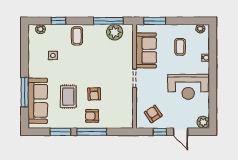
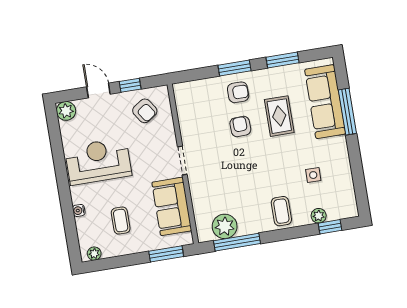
window: (58, 21) -> (330, 227), moved
plant: (40, 29) -> (319, 216), moved
window: (92, 132) -> (234, 68), width x0.69

